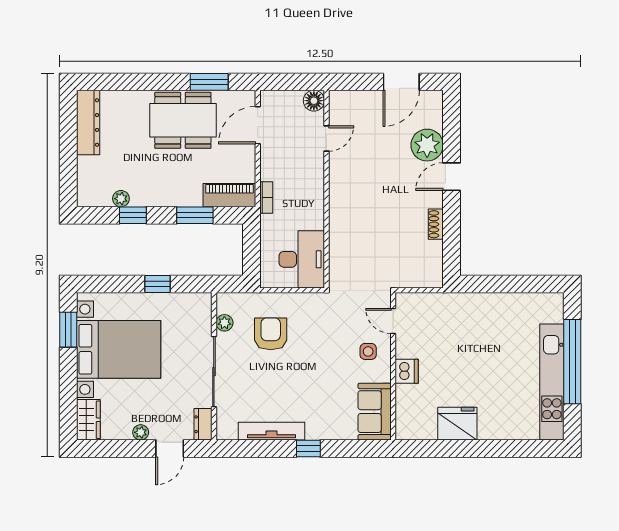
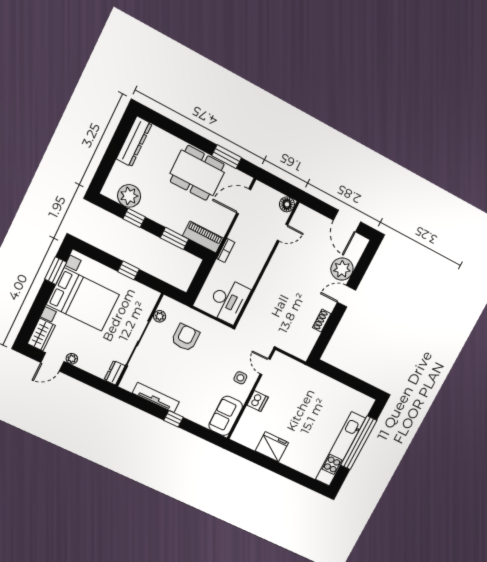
door: (401, 82) -> (347, 221), hinge flipped
plant: (121, 199) -> (129, 196), width x1.87, depth x1.87
door: (170, 448) -> (52, 362), moved

